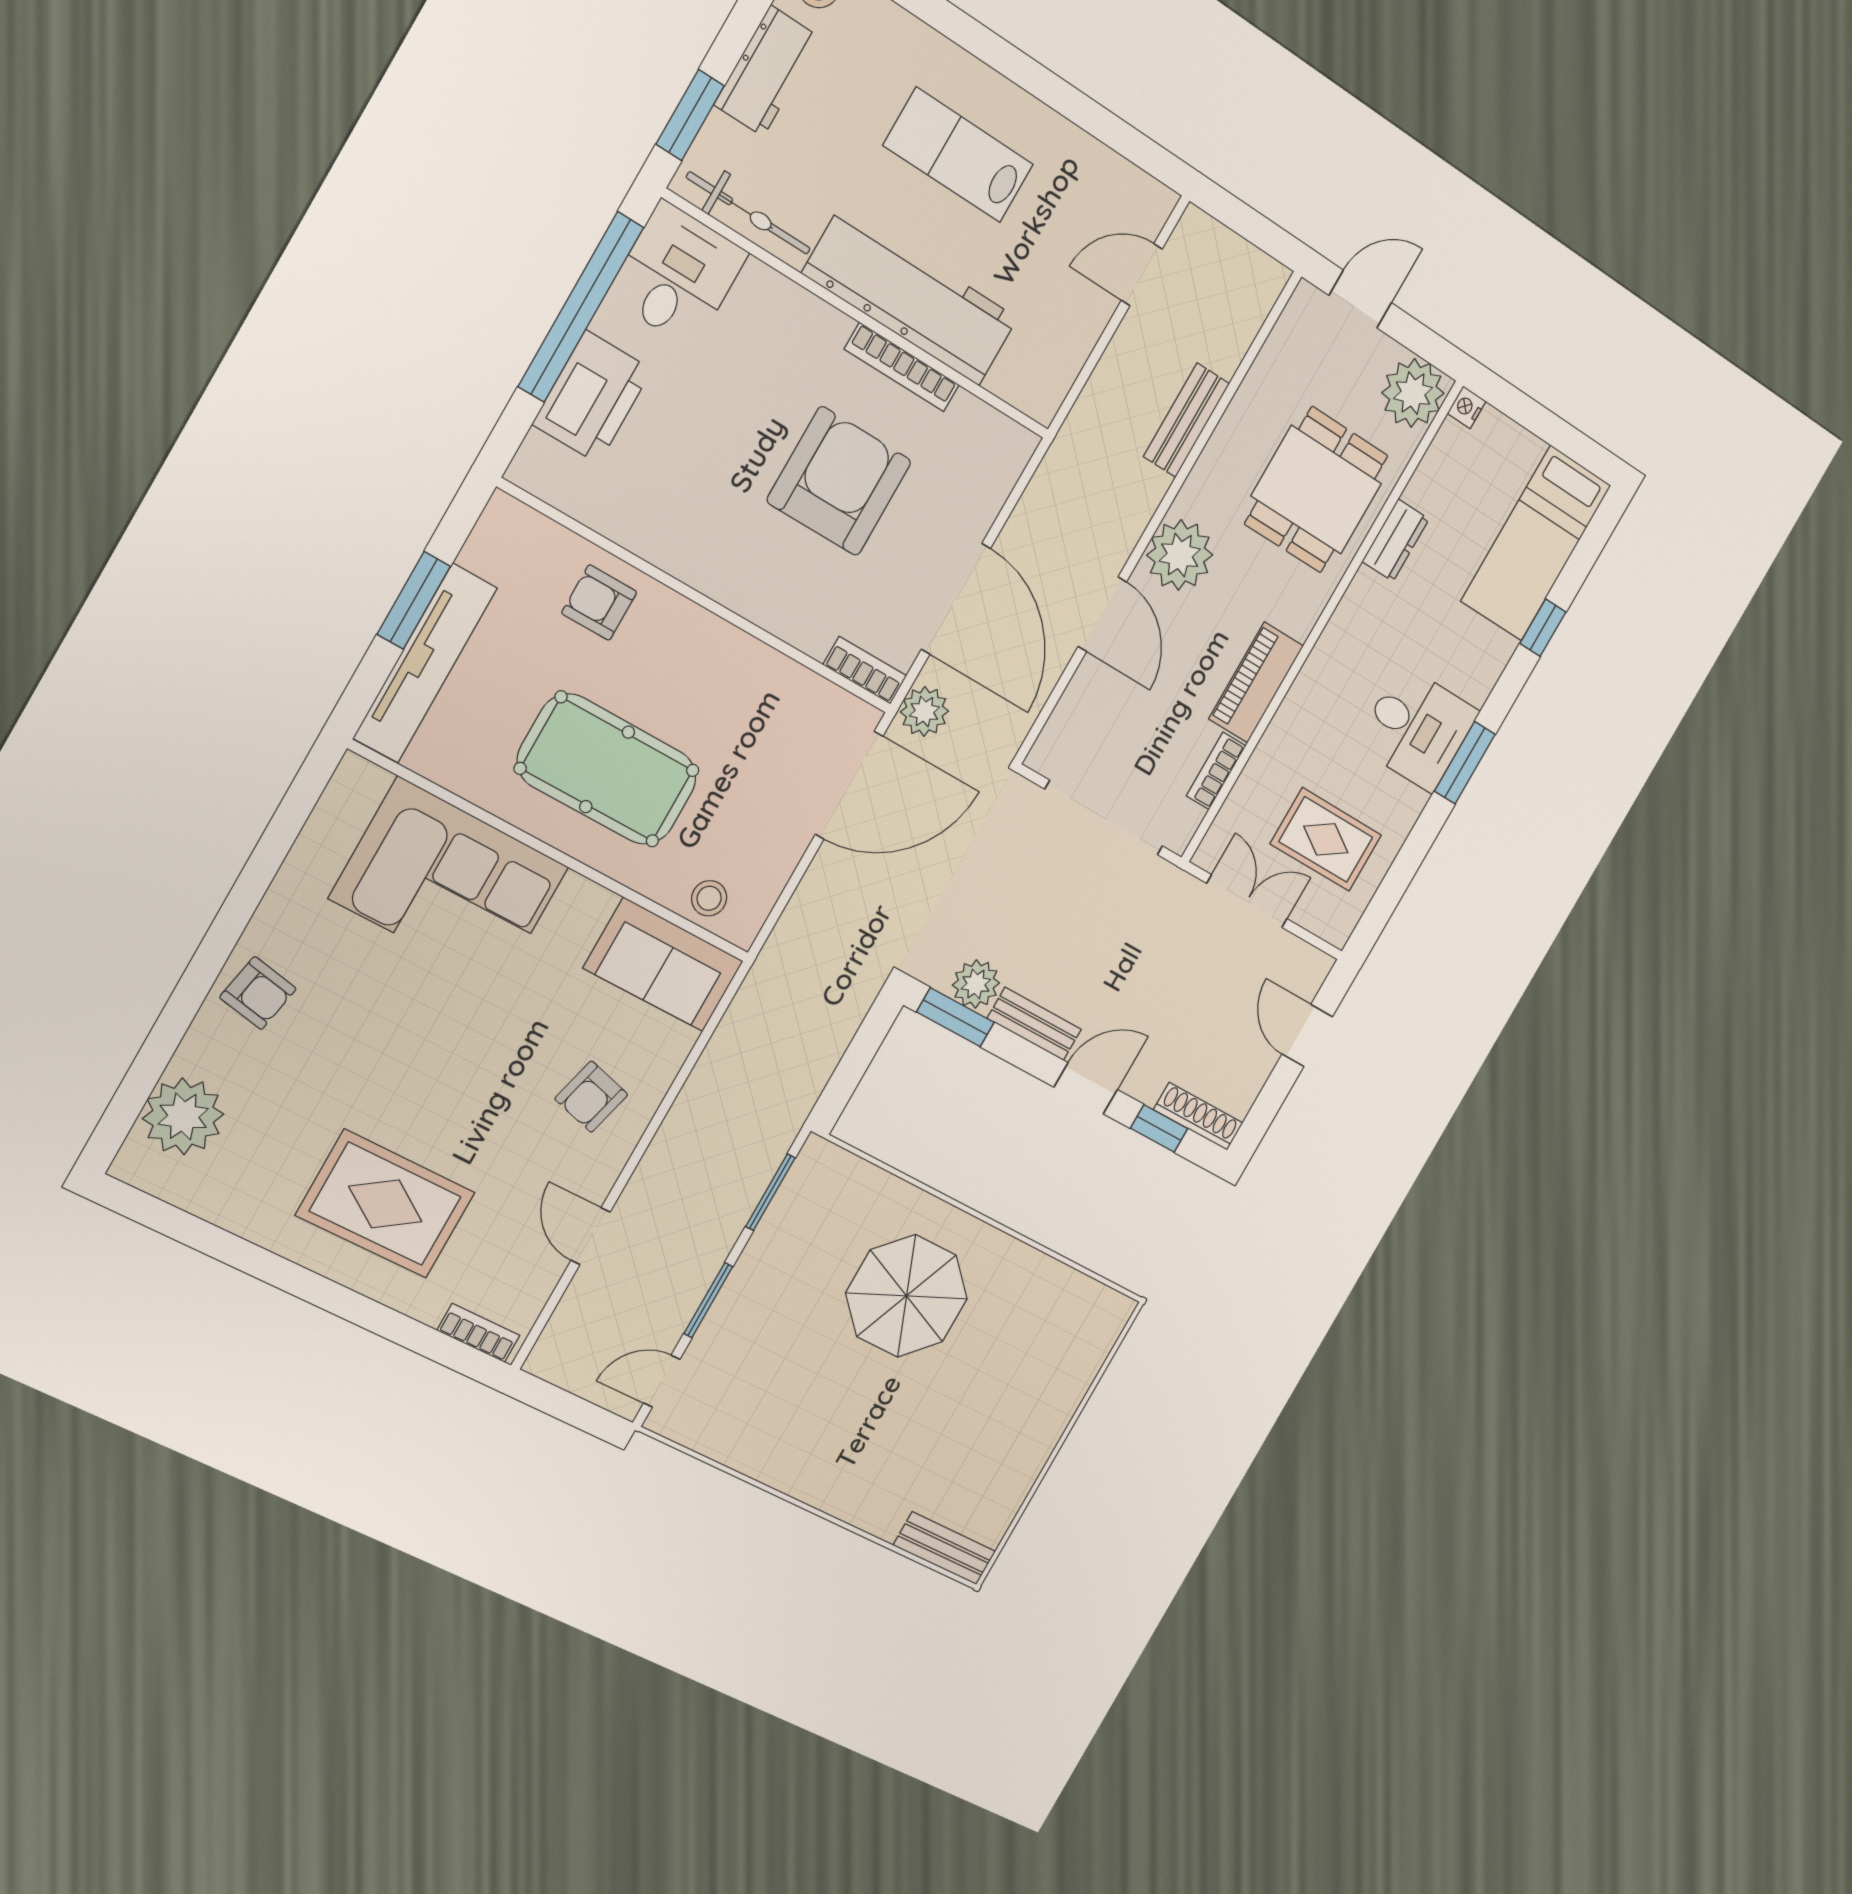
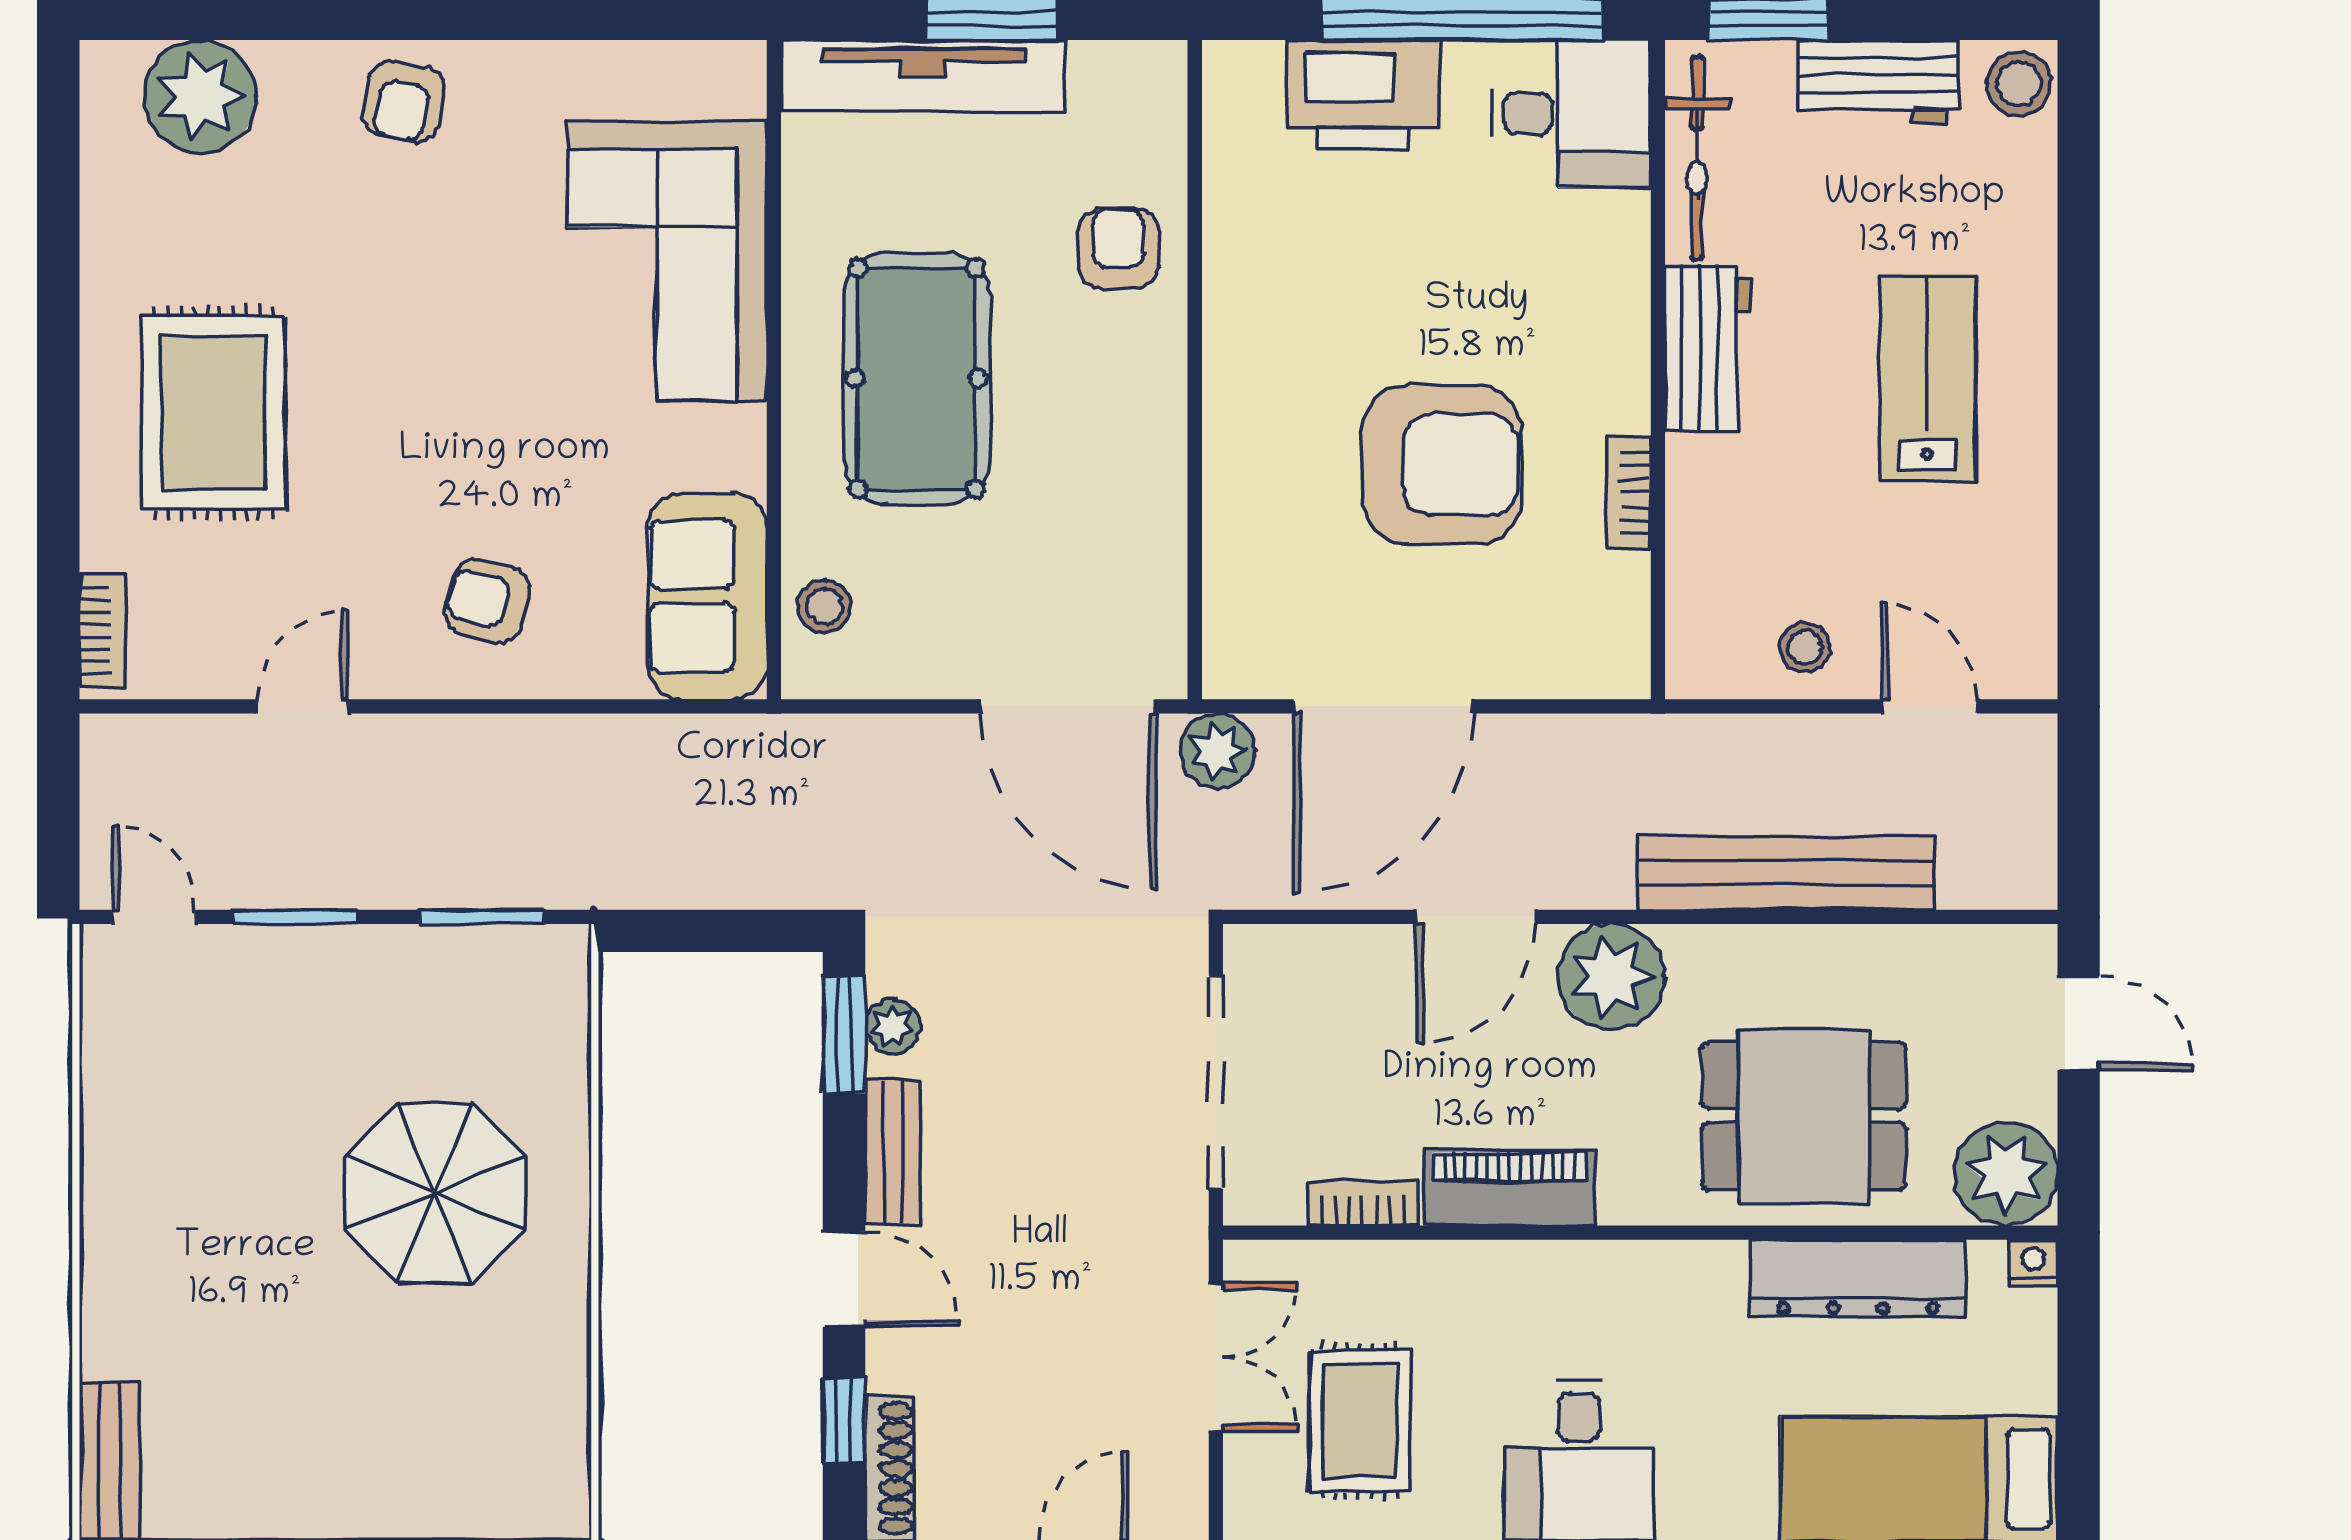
workbench: (910, 296) -> (1708, 348), width x0.53, depth x0.76
stool: (1067, 328) -> (1805, 647), added
bookcase: (902, 367) -> (1628, 493), width x0.64
bench: (1186, 420) -> (1786, 873), width x1.86, depth x1.21
dresser: (1396, 540) -> (1858, 1278), width x1.96, depth x1.24
bookcase: (865, 670) -> (1226, 640), removed
plant: (976, 984) -> (892, 1026), width x0.73, depth x0.73

